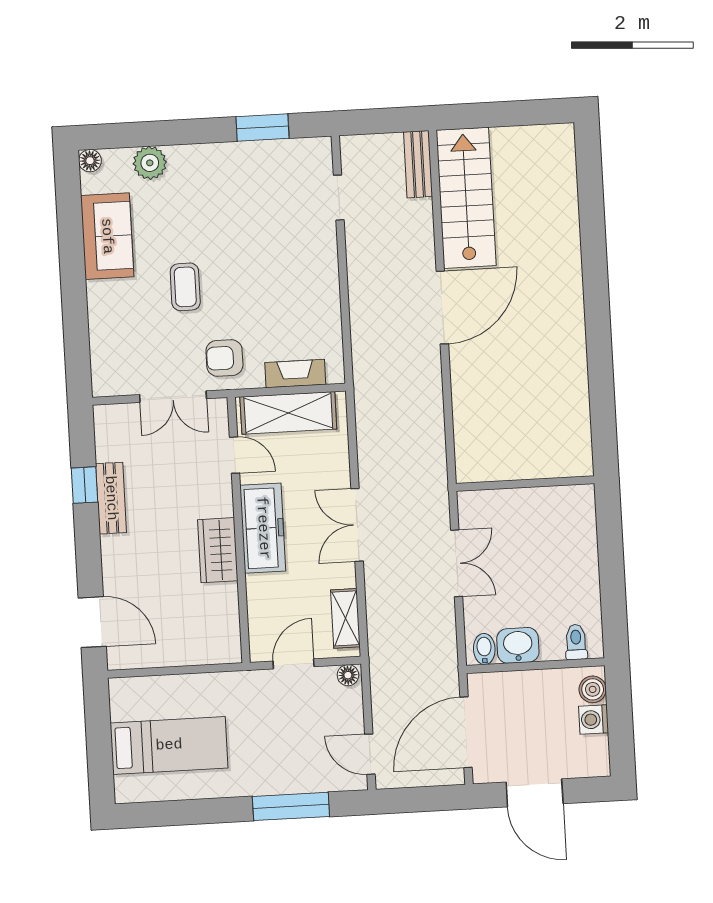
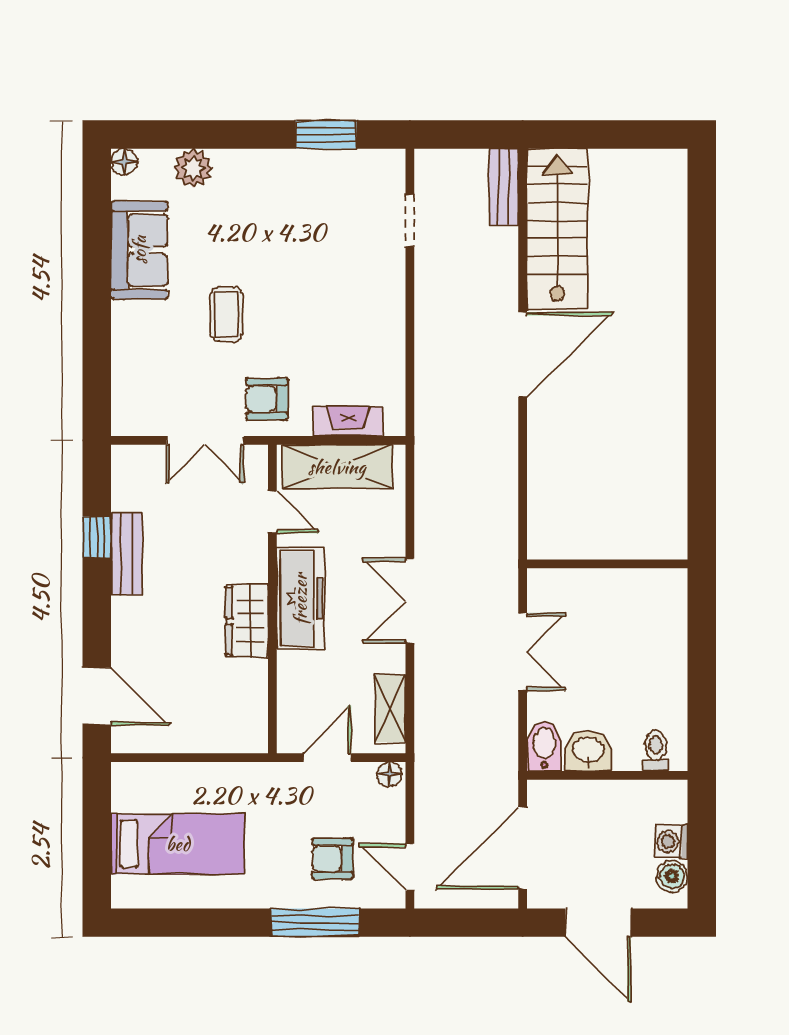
bidet: (484, 649) -> (544, 746), width x1.38, depth x1.36
boiler: (593, 689) -> (672, 876), moved
armchair: (303, 751) -> (333, 859), added

